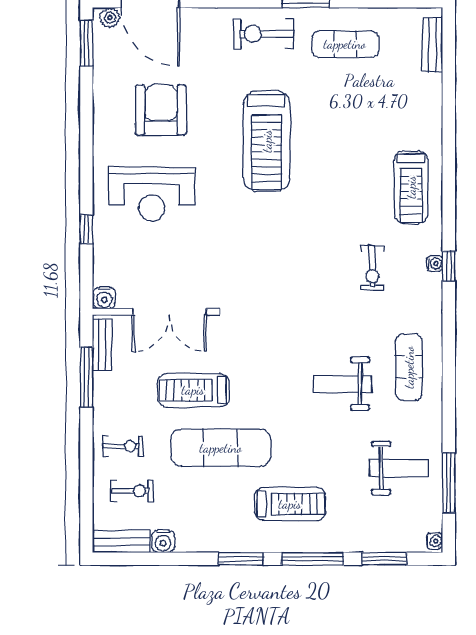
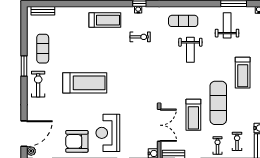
exercise bike: (264, 34) -> (38, 84), turned 180
armchair: (161, 110) -> (77, 141), moved
reception desk: (152, 194) -> (108, 133), turned 180
treadmill: (290, 504) -> (243, 73), turned 180

